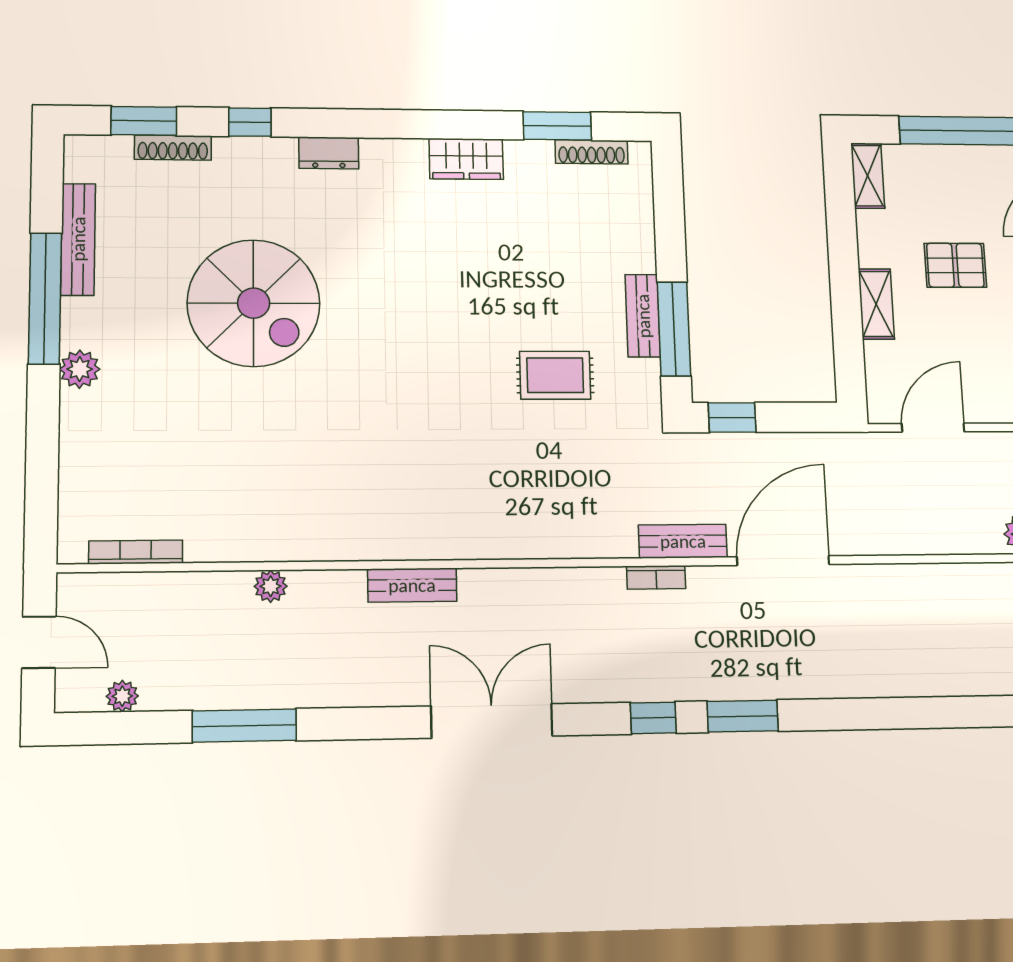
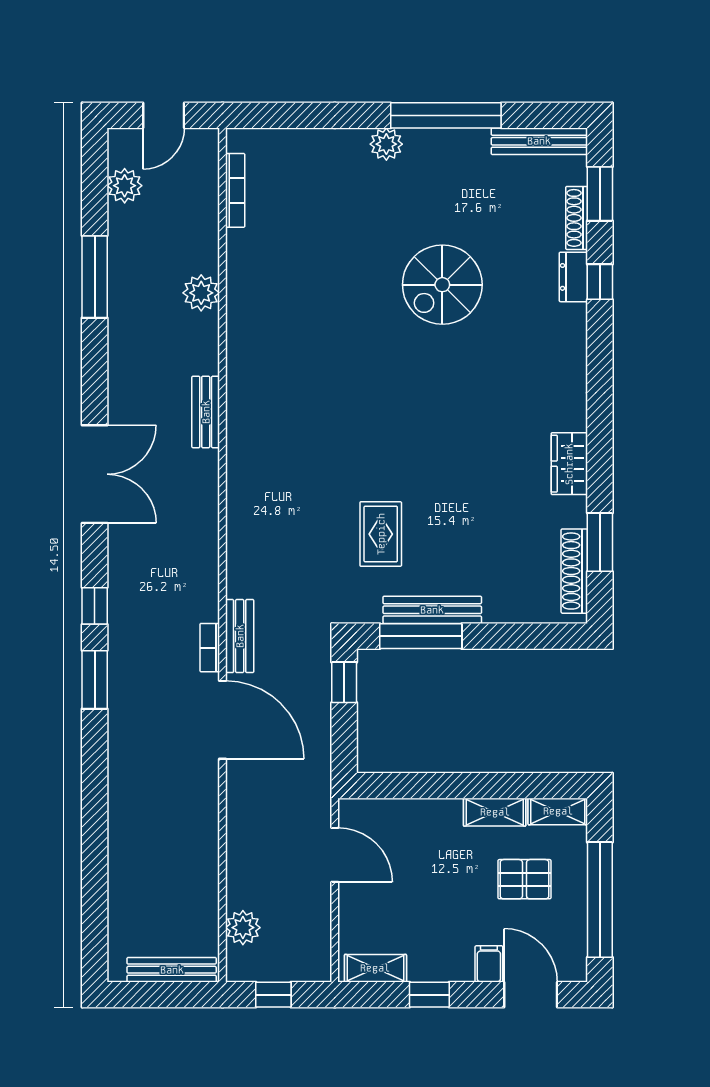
shoe rack: (591, 152) -> (574, 571), width x1.36, depth x1.24
dresser: (329, 153) -> (573, 277), moved
bench: (78, 239) -> (539, 141), moved
pallet: (955, 265) -> (524, 879), moved, turned 90
spiral stairs: (254, 303) -> (442, 285), width x0.73, depth x0.73
shelving: (876, 304) -> (495, 812), moved
bench: (643, 316) -> (432, 610), width x1.36
bookcase: (656, 577) -> (210, 648), moved
plant: (271, 586) -> (201, 293), width x1.38, depth x1.38
plant: (122, 696) -> (125, 186), width x1.38, depth x1.38

